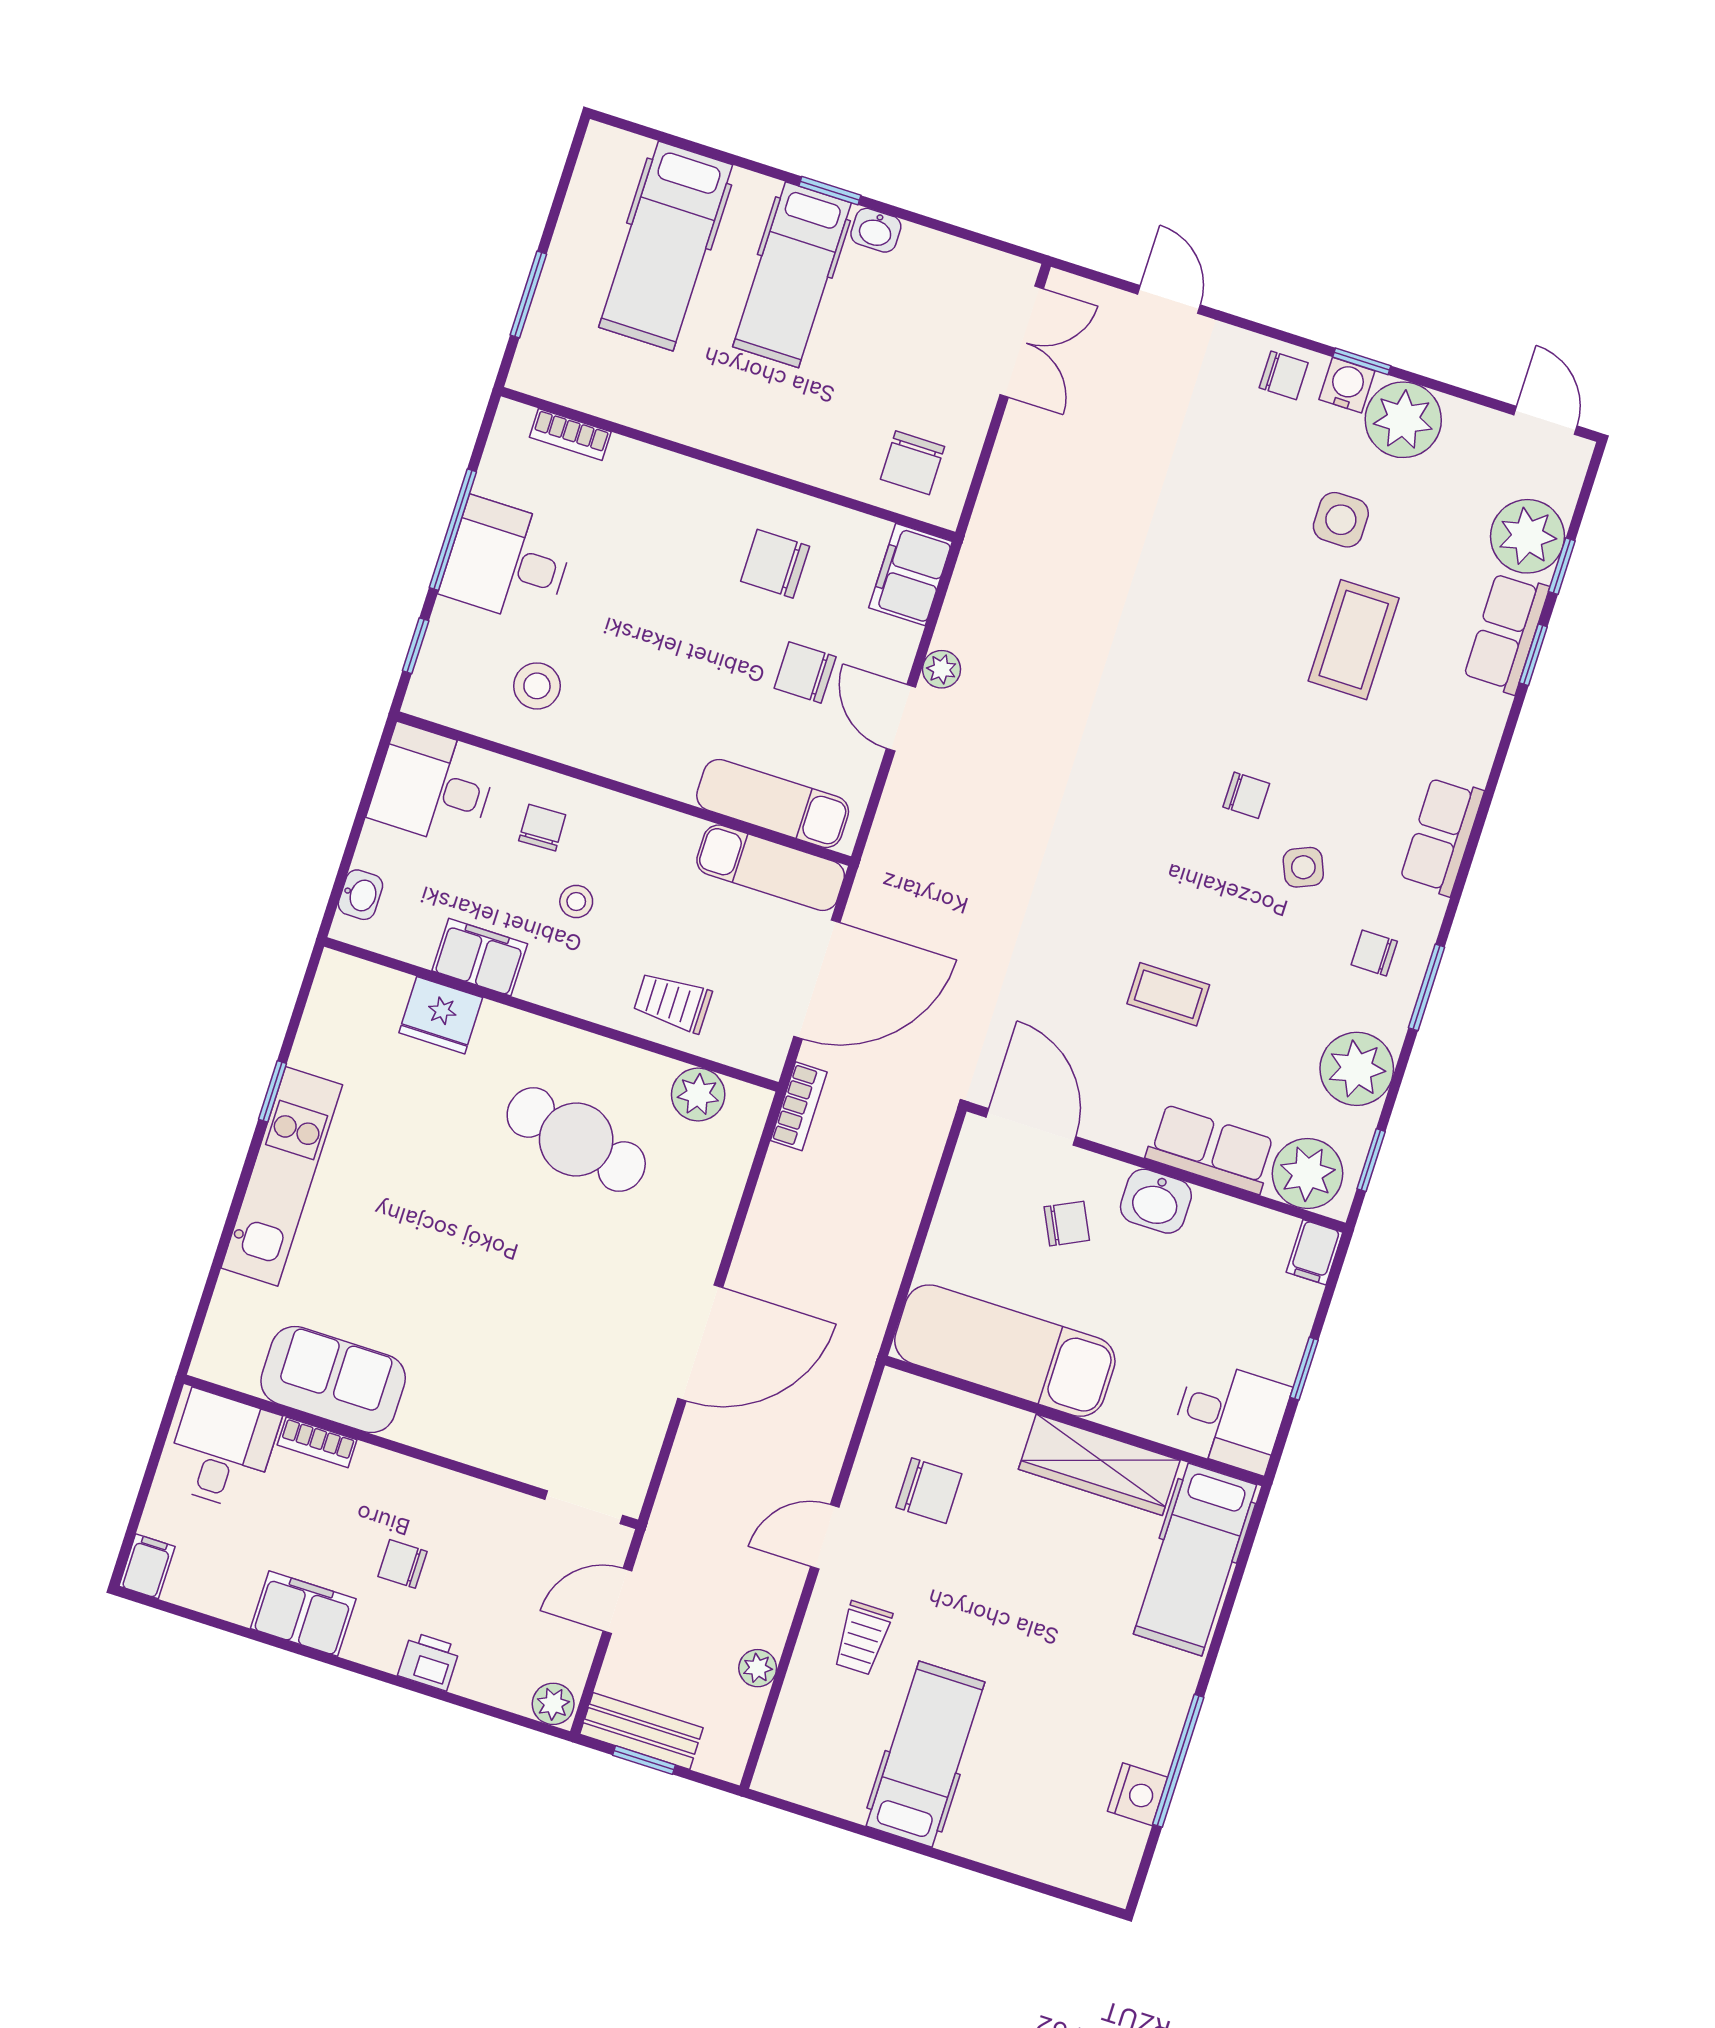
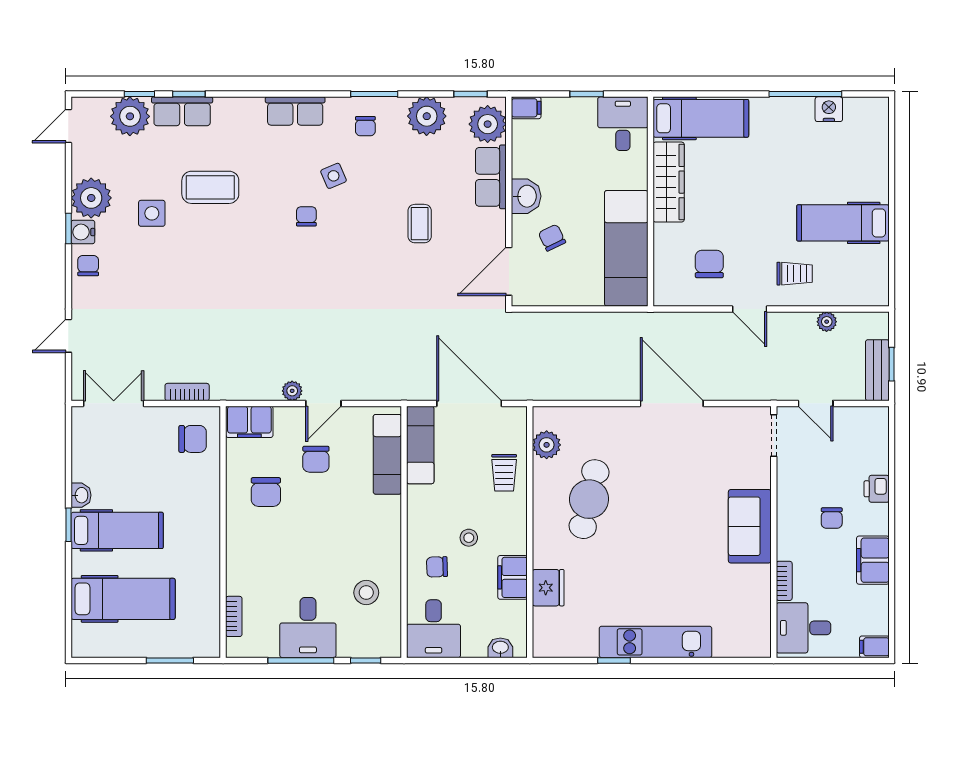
bookcase: (799, 1106) -> (187, 392), moved
sofa: (333, 1379) -> (750, 526), moved
plant: (553, 1704) -> (878, 419), removed

